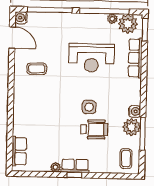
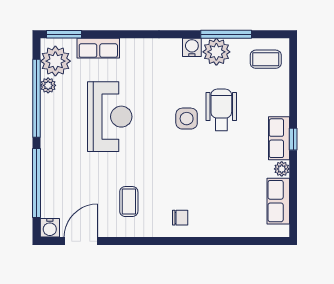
row of seats: (135, 58) -> (98, 48), width x0.68
chair: (26, 101) -> (180, 218), added
row of seats: (19, 151) -> (278, 201), moved, turned -90

